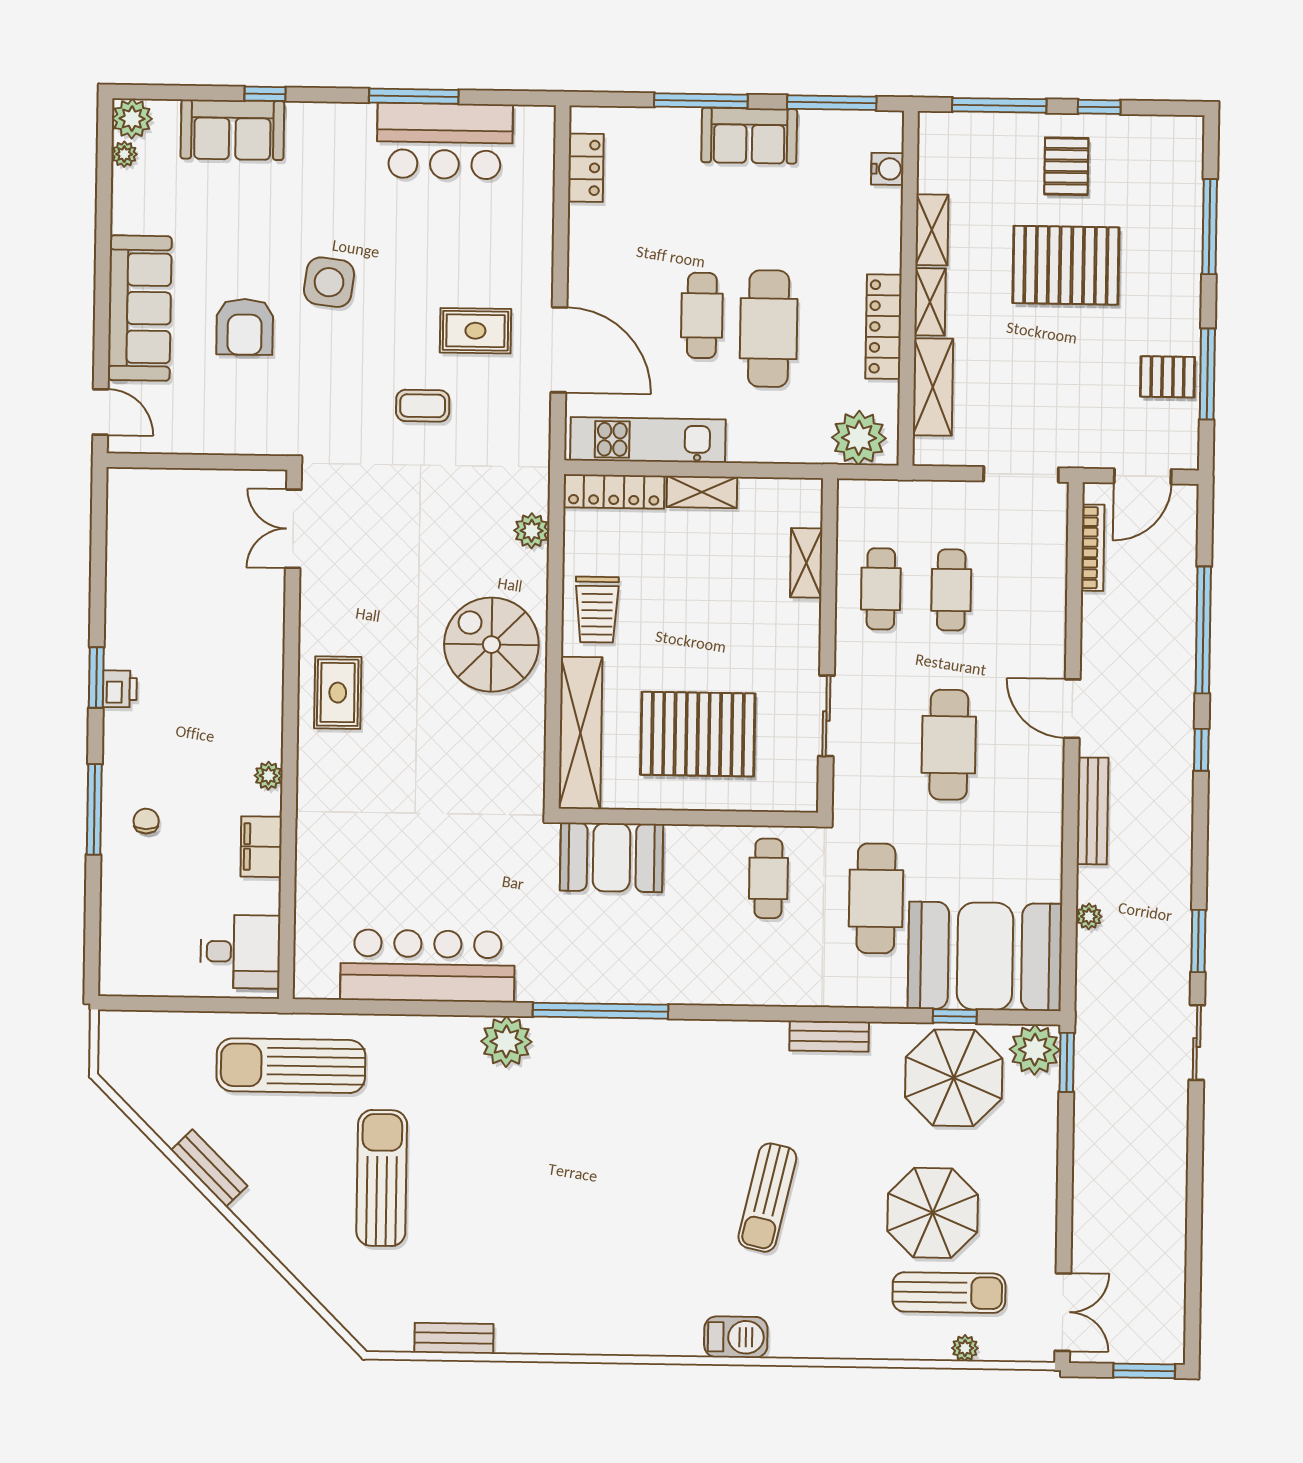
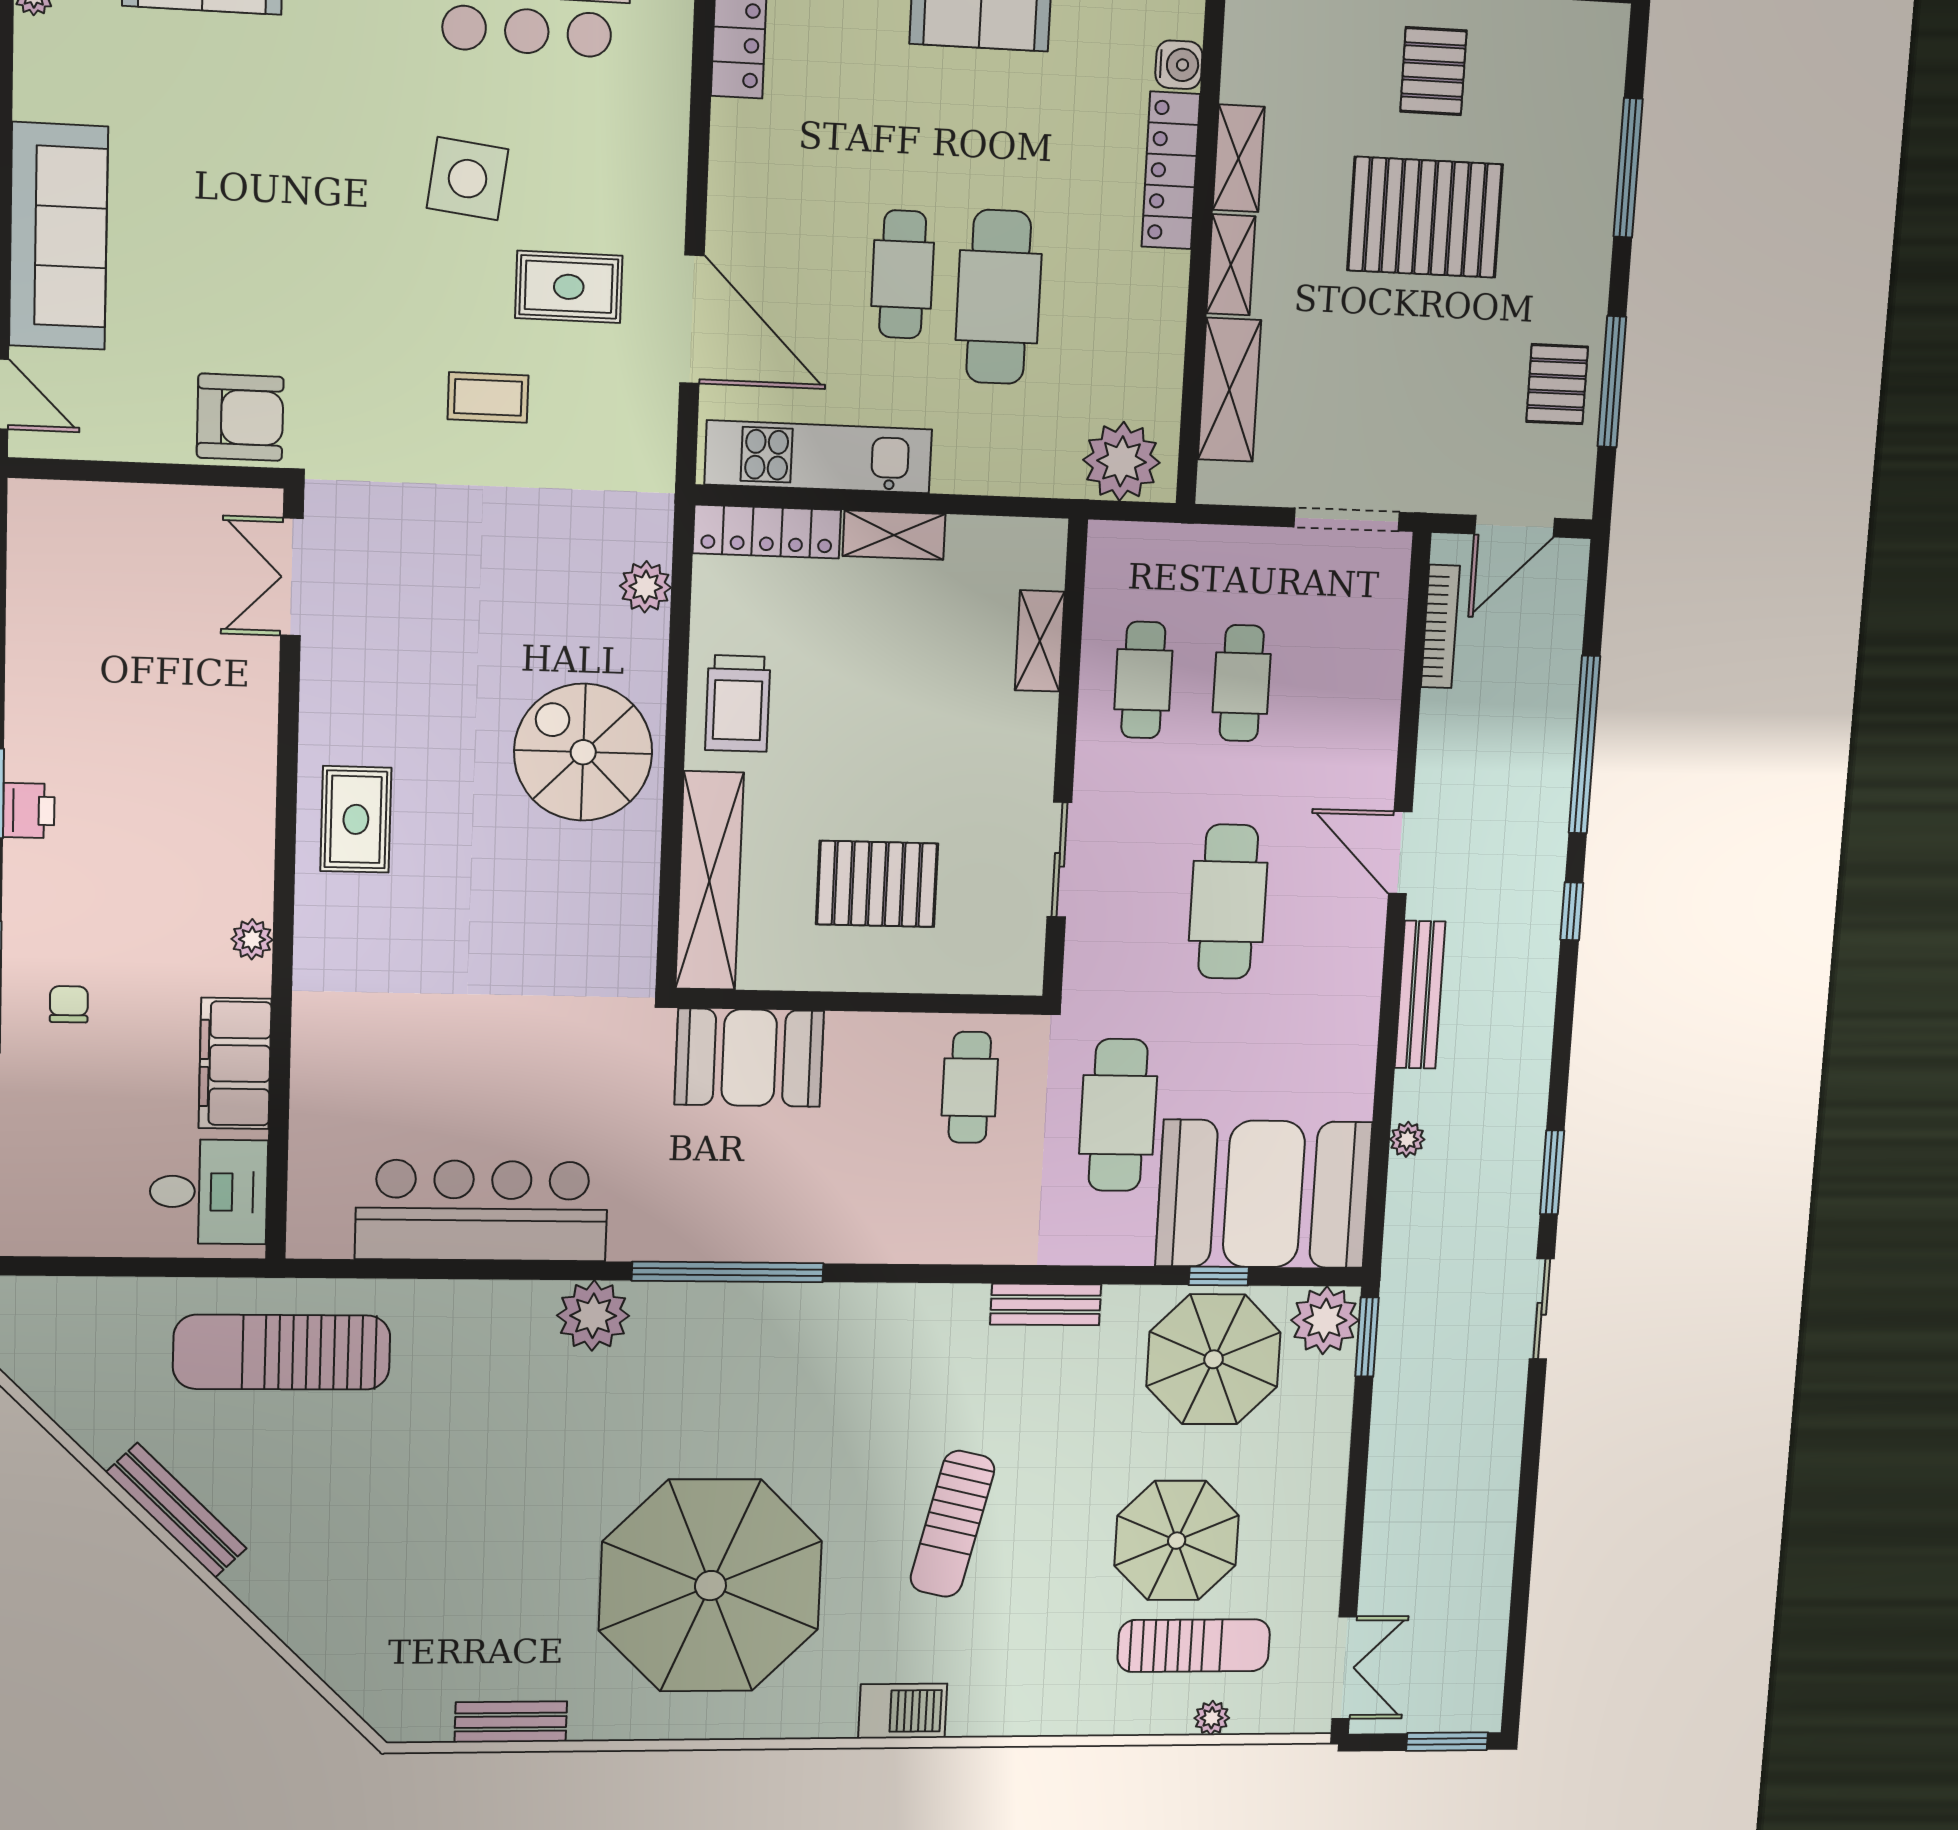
side table: (329, 282) -> (468, 179), moved
armchair: (245, 327) -> (240, 417), moved, turned -90
locker: (883, 327) -> (1171, 170), moved
pallet: (1168, 377) -> (1557, 384), turned 90
pallet: (698, 734) -> (877, 884), width x0.73, depth x0.71
filing cabinet: (261, 847) -> (235, 1063), width x1.50, depth x1.17
bench: (209, 1168) -> (176, 1510), width x1.36
sun lounger: (382, 1178) -> (411, 1506), removed
parasol: (594, 1240) -> (710, 1586), added

